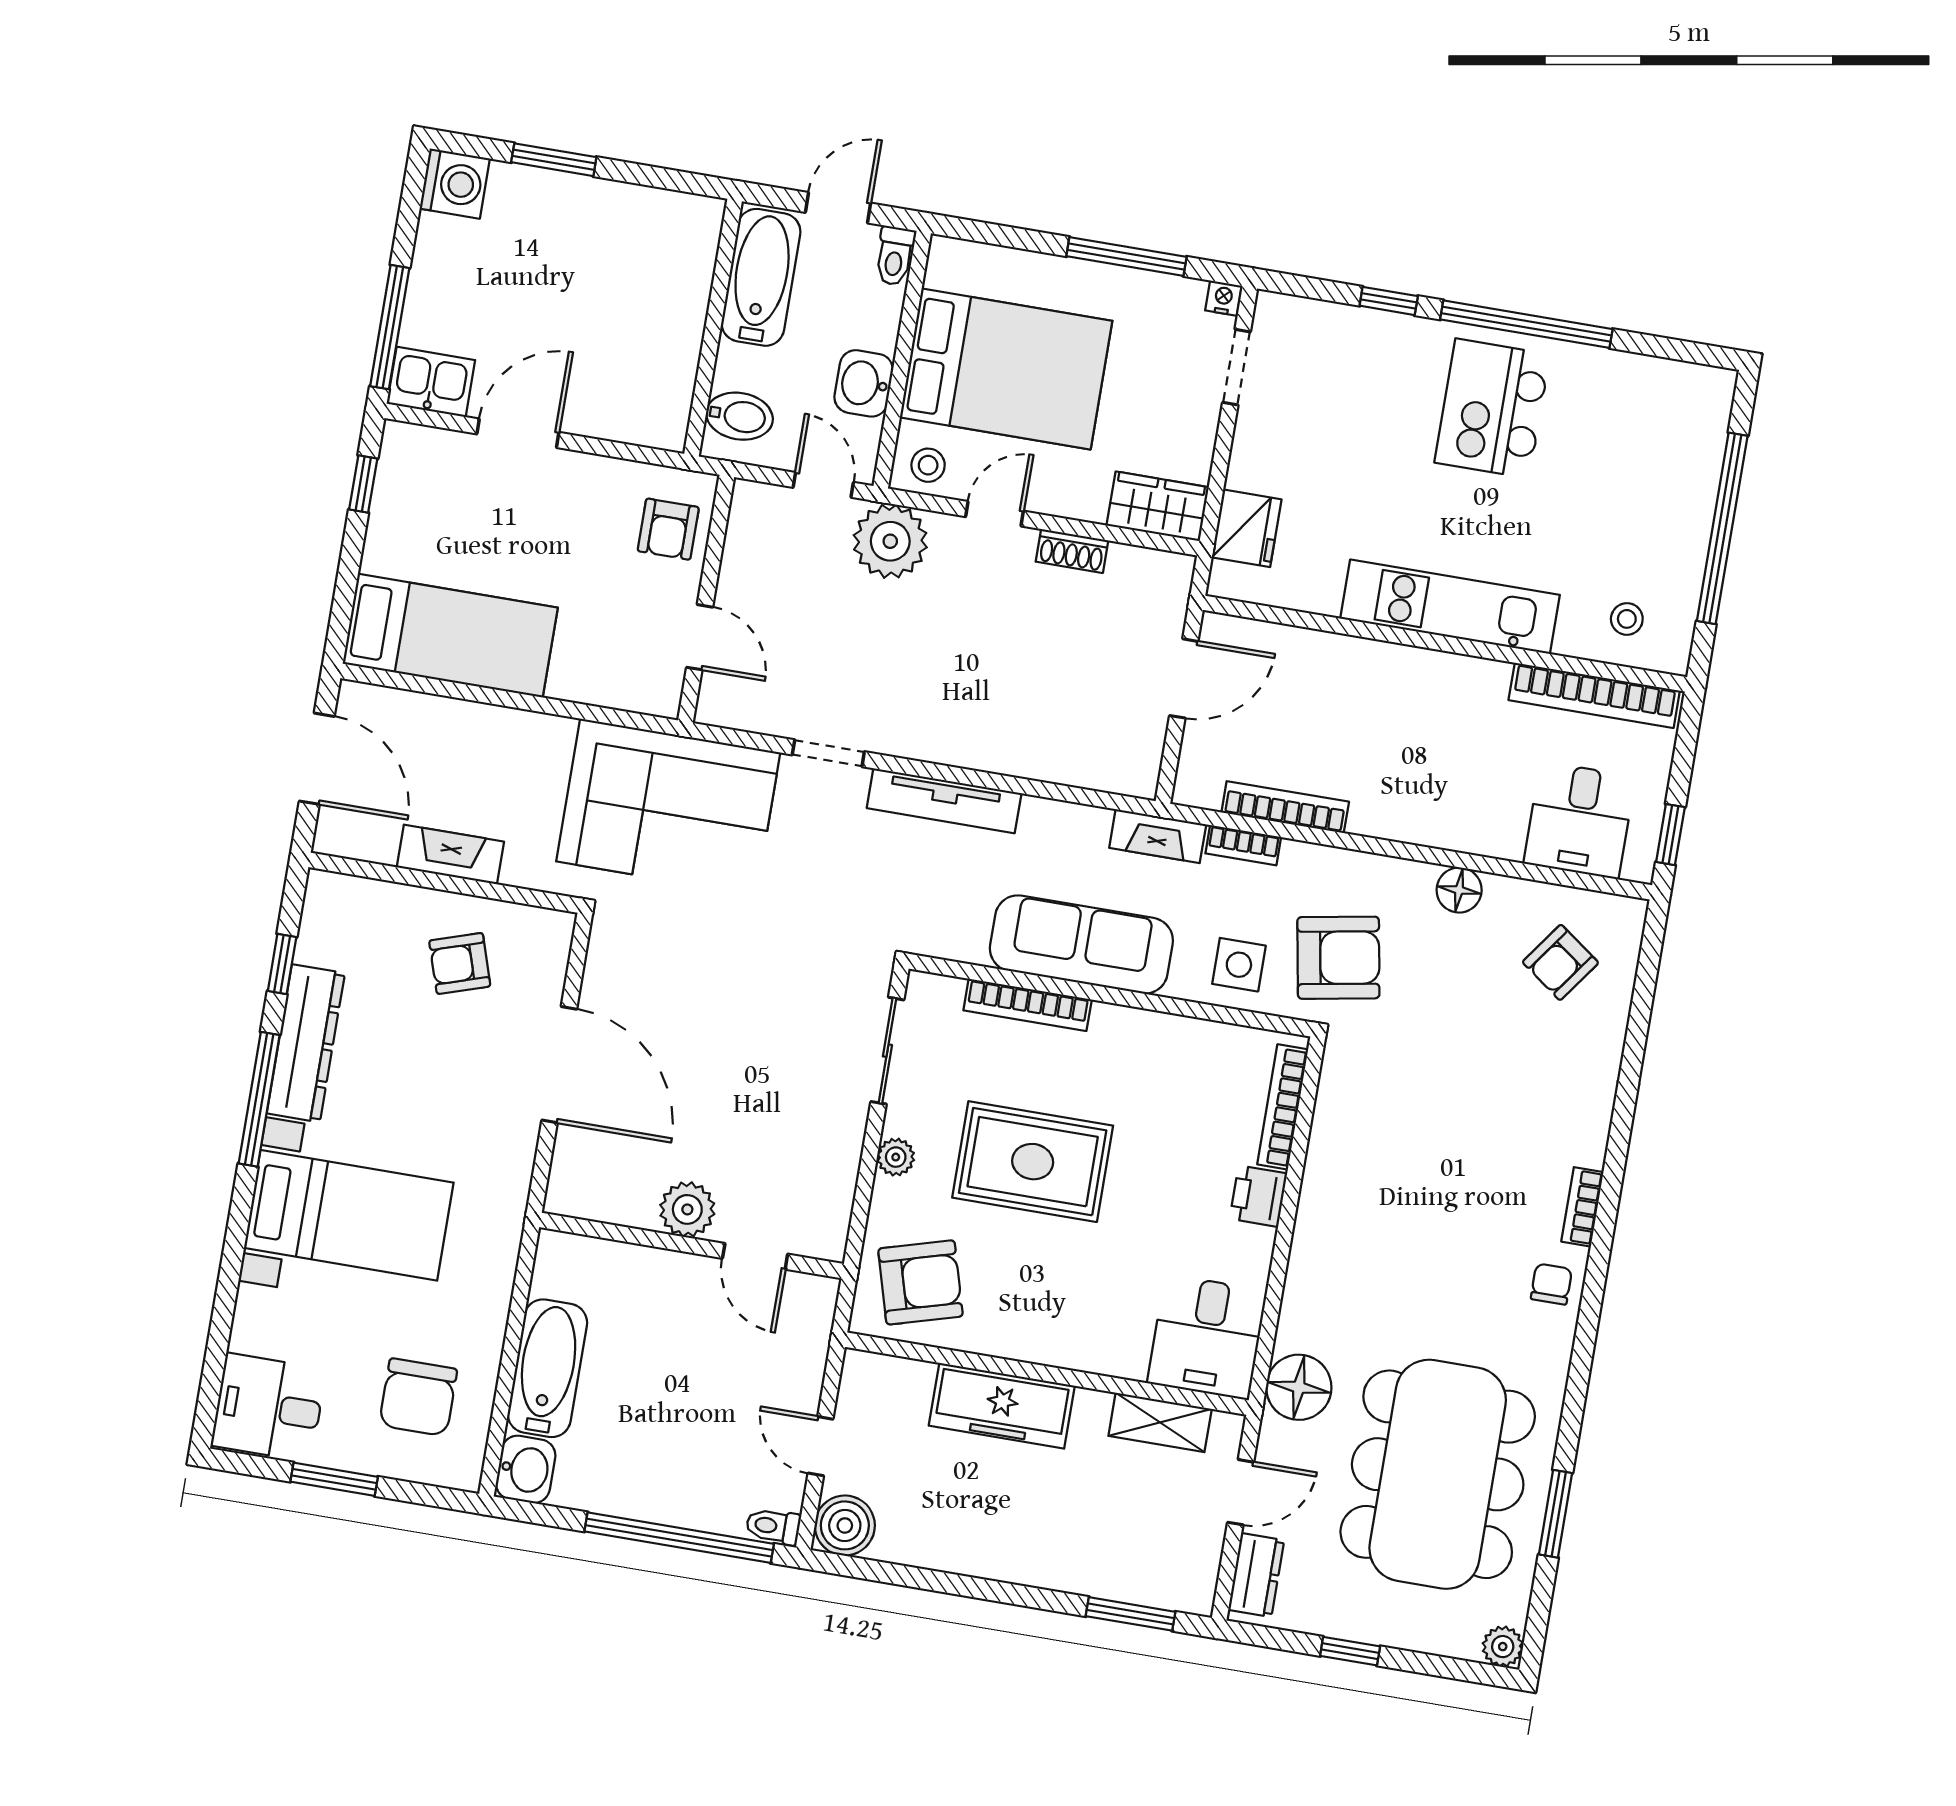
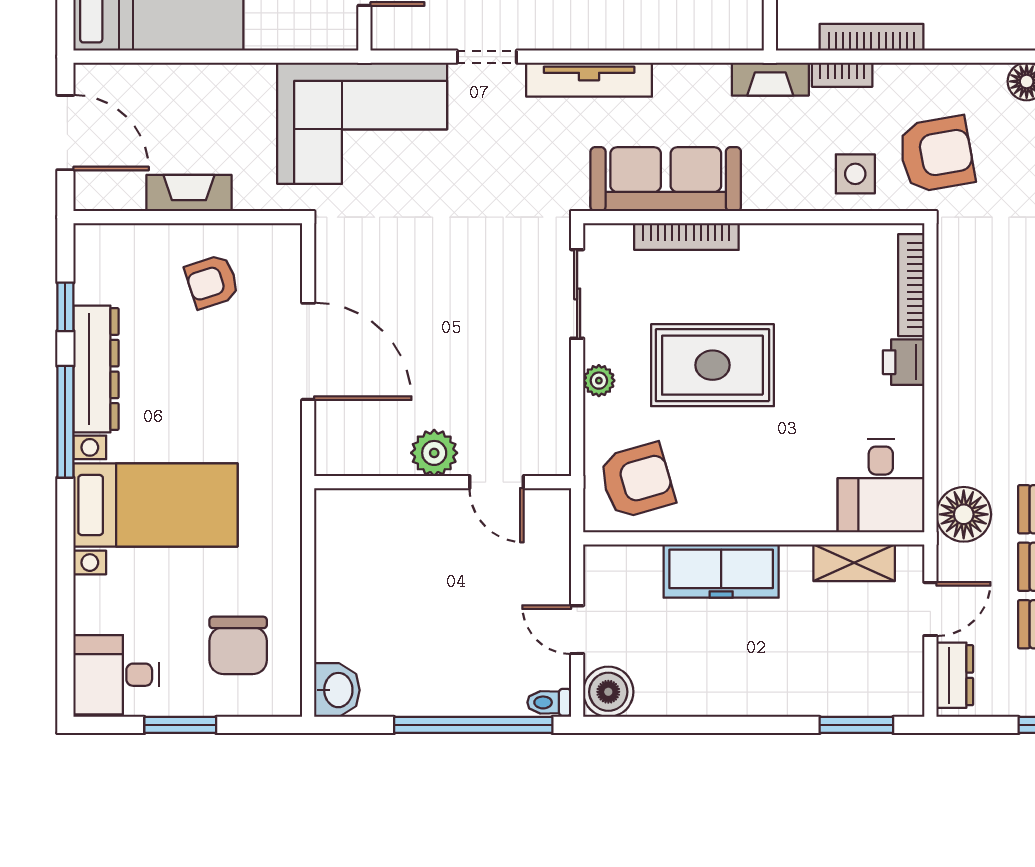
sofa: (1081, 944) -> (666, 179), moved
bathtub: (547, 1368) -> (341, 604), removed

